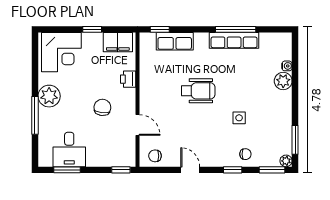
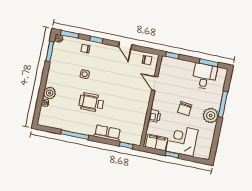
row of seats: (234, 40) -> (77, 127), removed
row of seats: (175, 41) -> (107, 133), moved
corner desk: (61, 52) -> (182, 141), moved
wheelchair: (198, 91) -> (91, 102), moved
chair: (102, 107) -> (185, 109), moved

